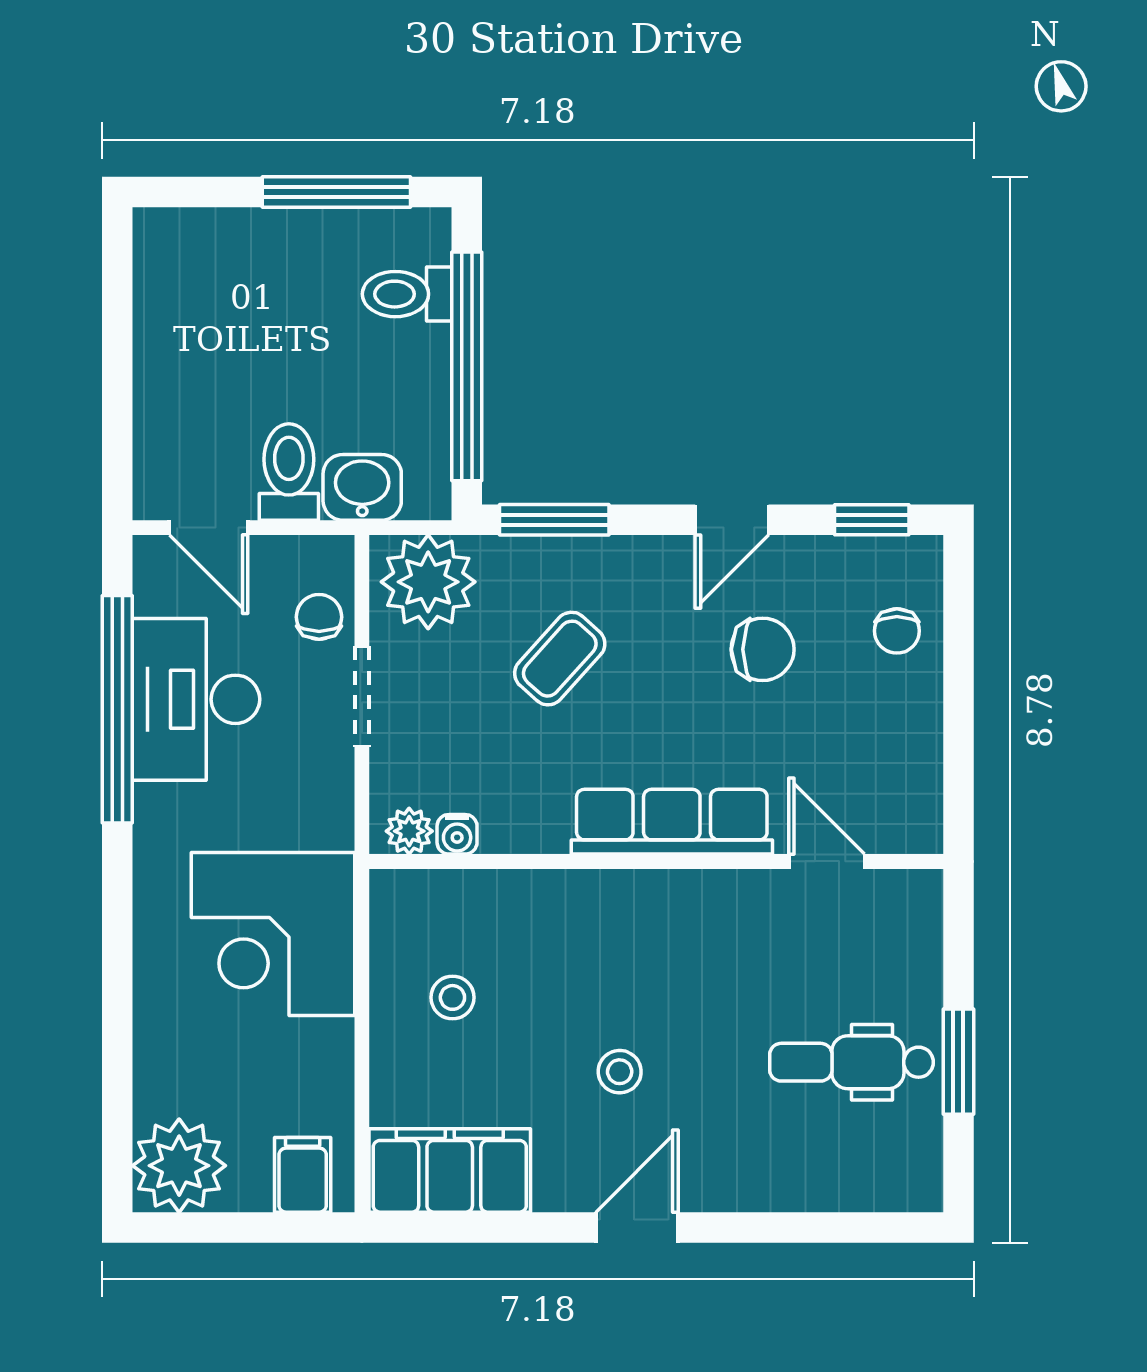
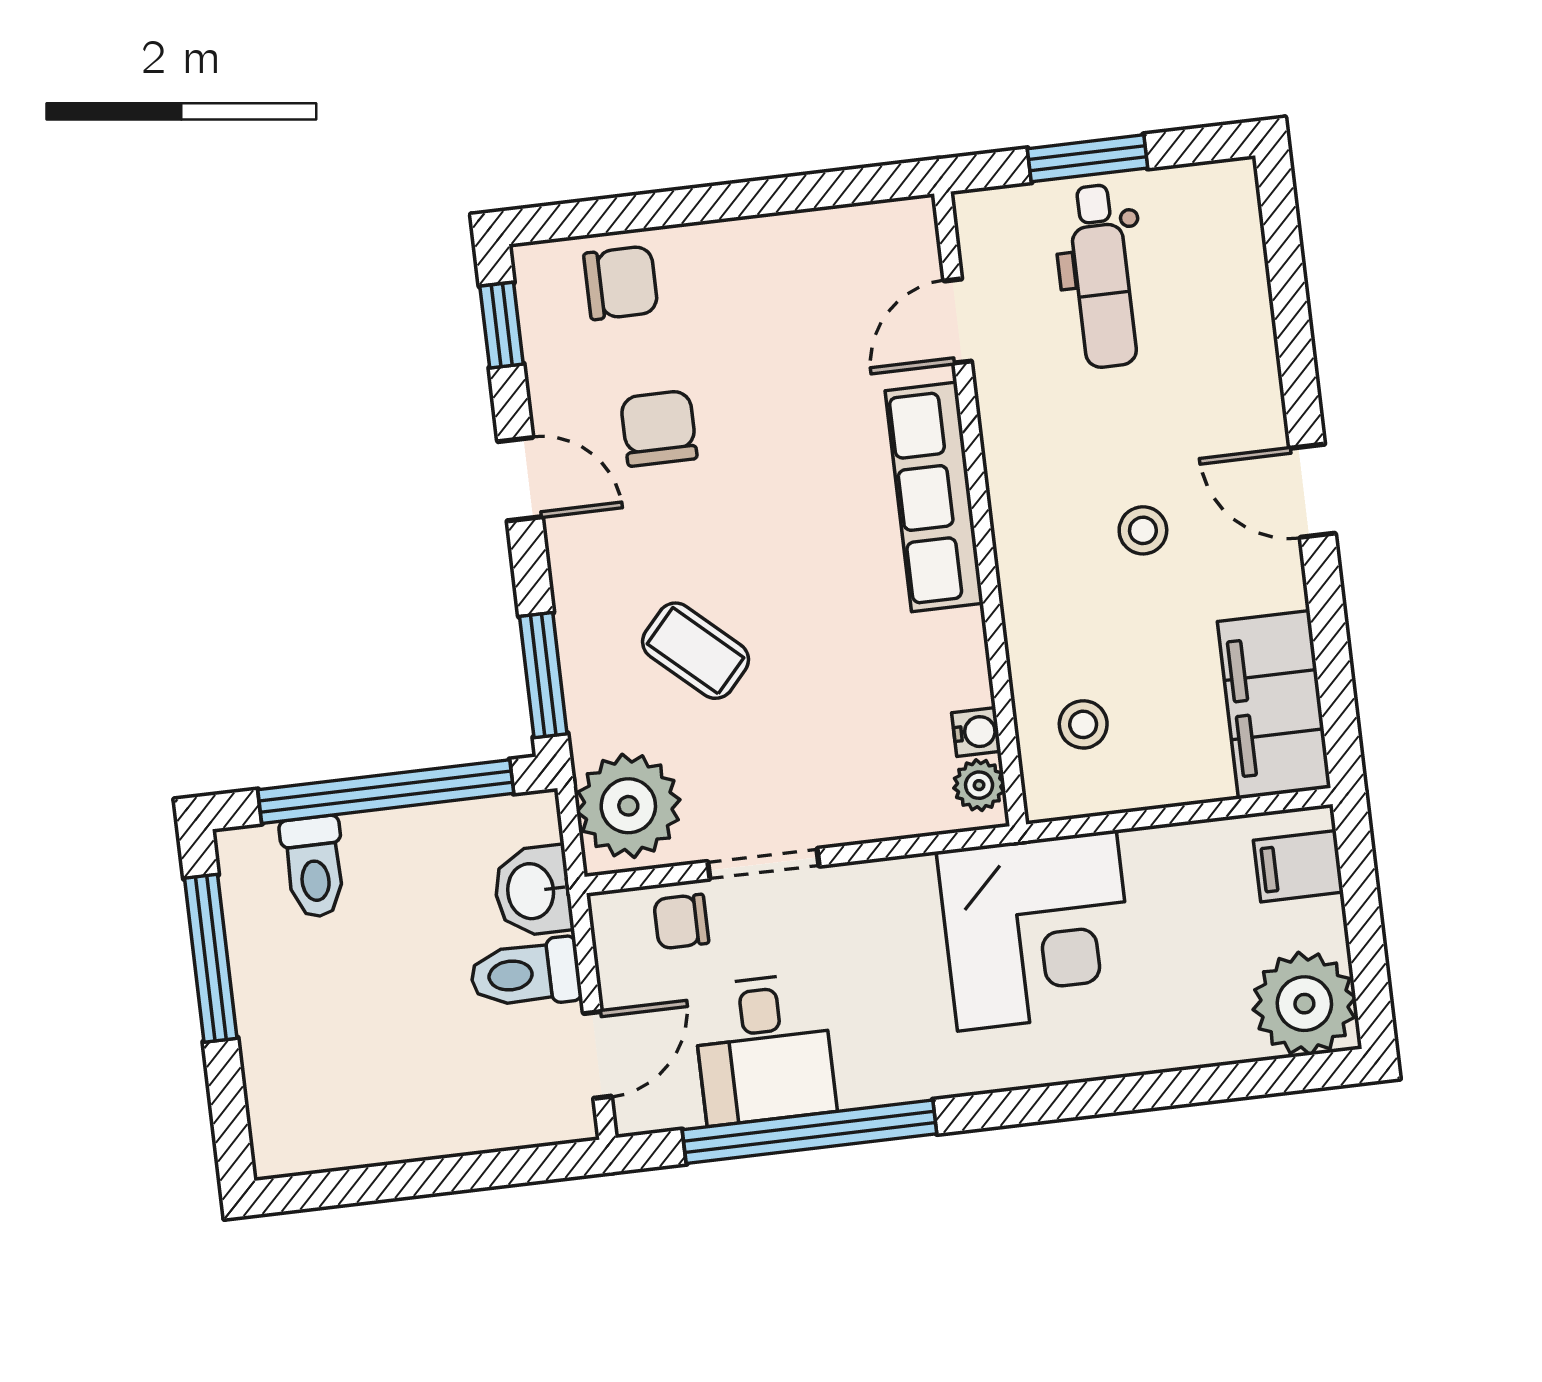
chair: (897, 631) -> (621, 283), width x1.37, depth x1.37
desk: (196, 699) -> (764, 1049), width x0.73
row of seats: (672, 822) -> (934, 497), moved
plant: (409, 831) -> (979, 785), moved
water cooler: (457, 834) -> (976, 732), moved
wall: (656, 861) -> (980, 509), moved
door: (827, 861) -> (958, 321), moved

